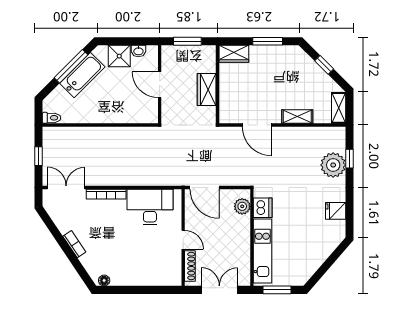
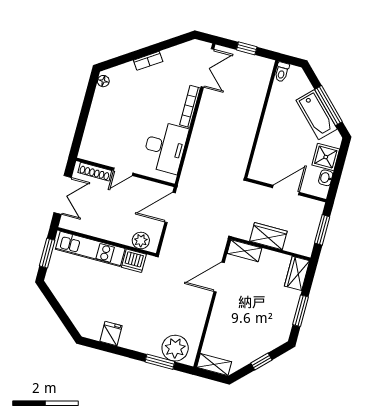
shelving: (297, 116) -> (244, 251), moved, turned 90
window: (350, 159) -> (160, 362), width x1.50
plant: (333, 165) -> (175, 348), moved

